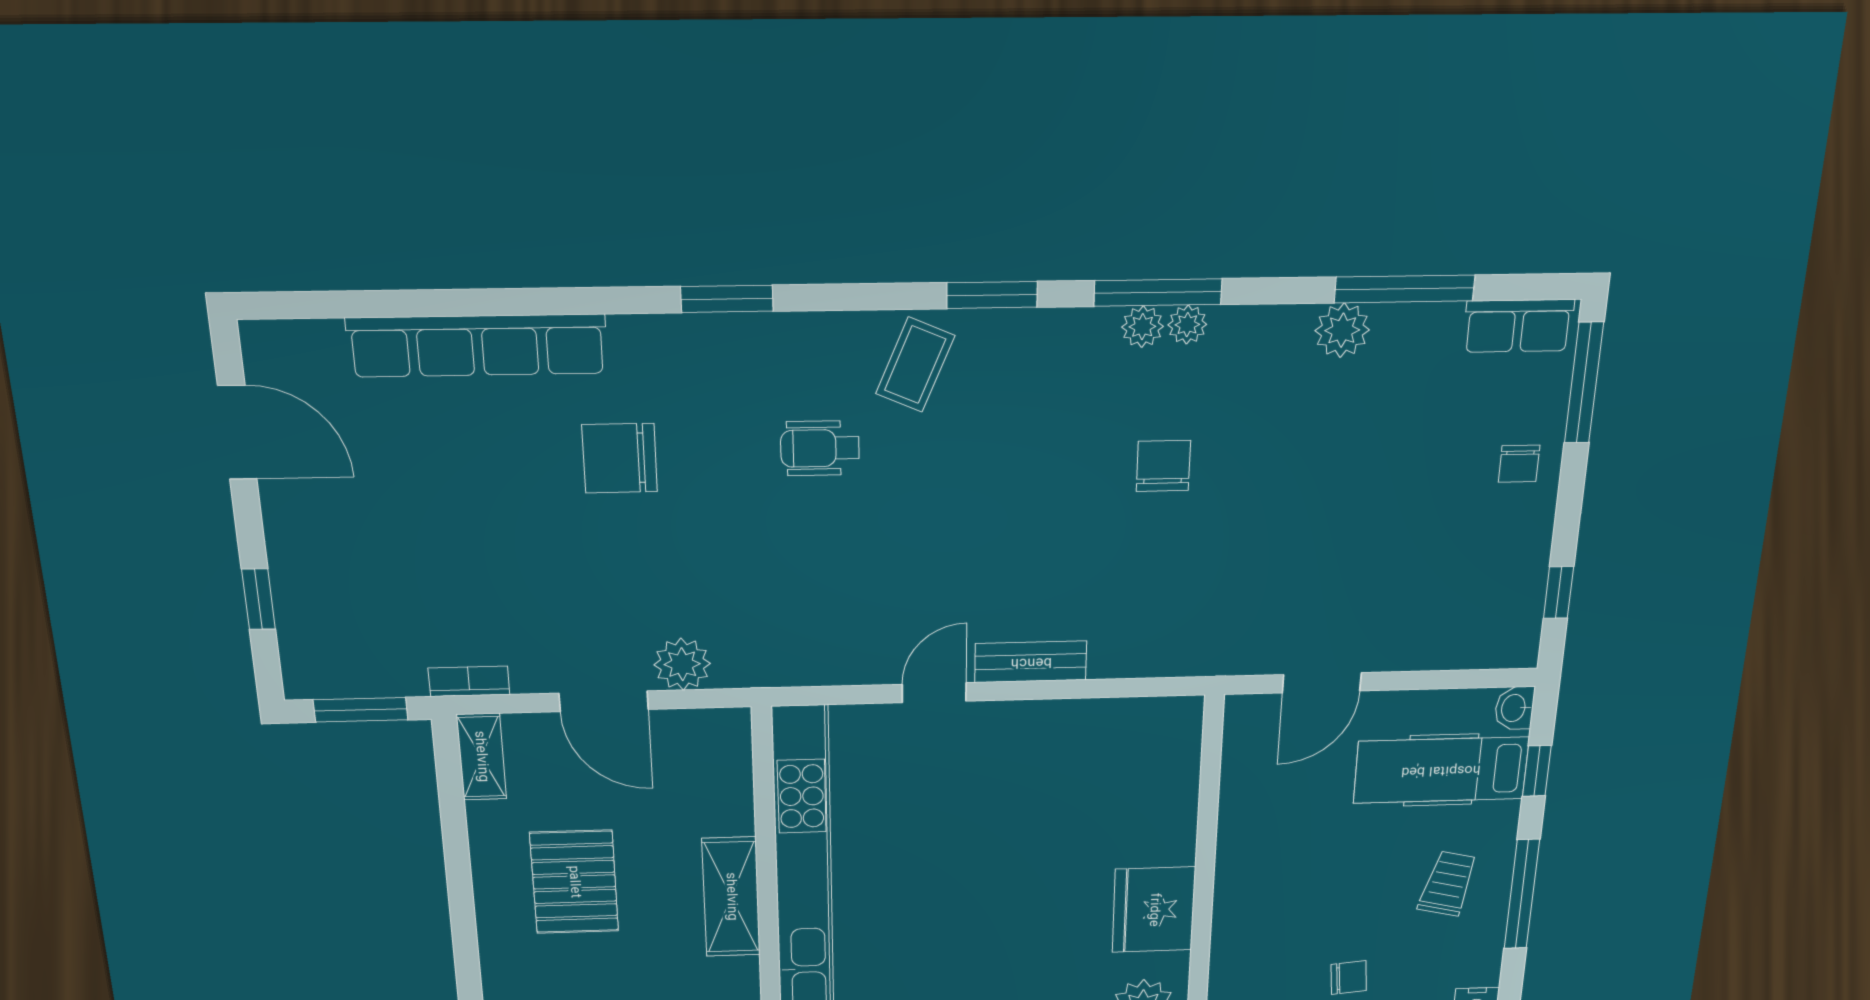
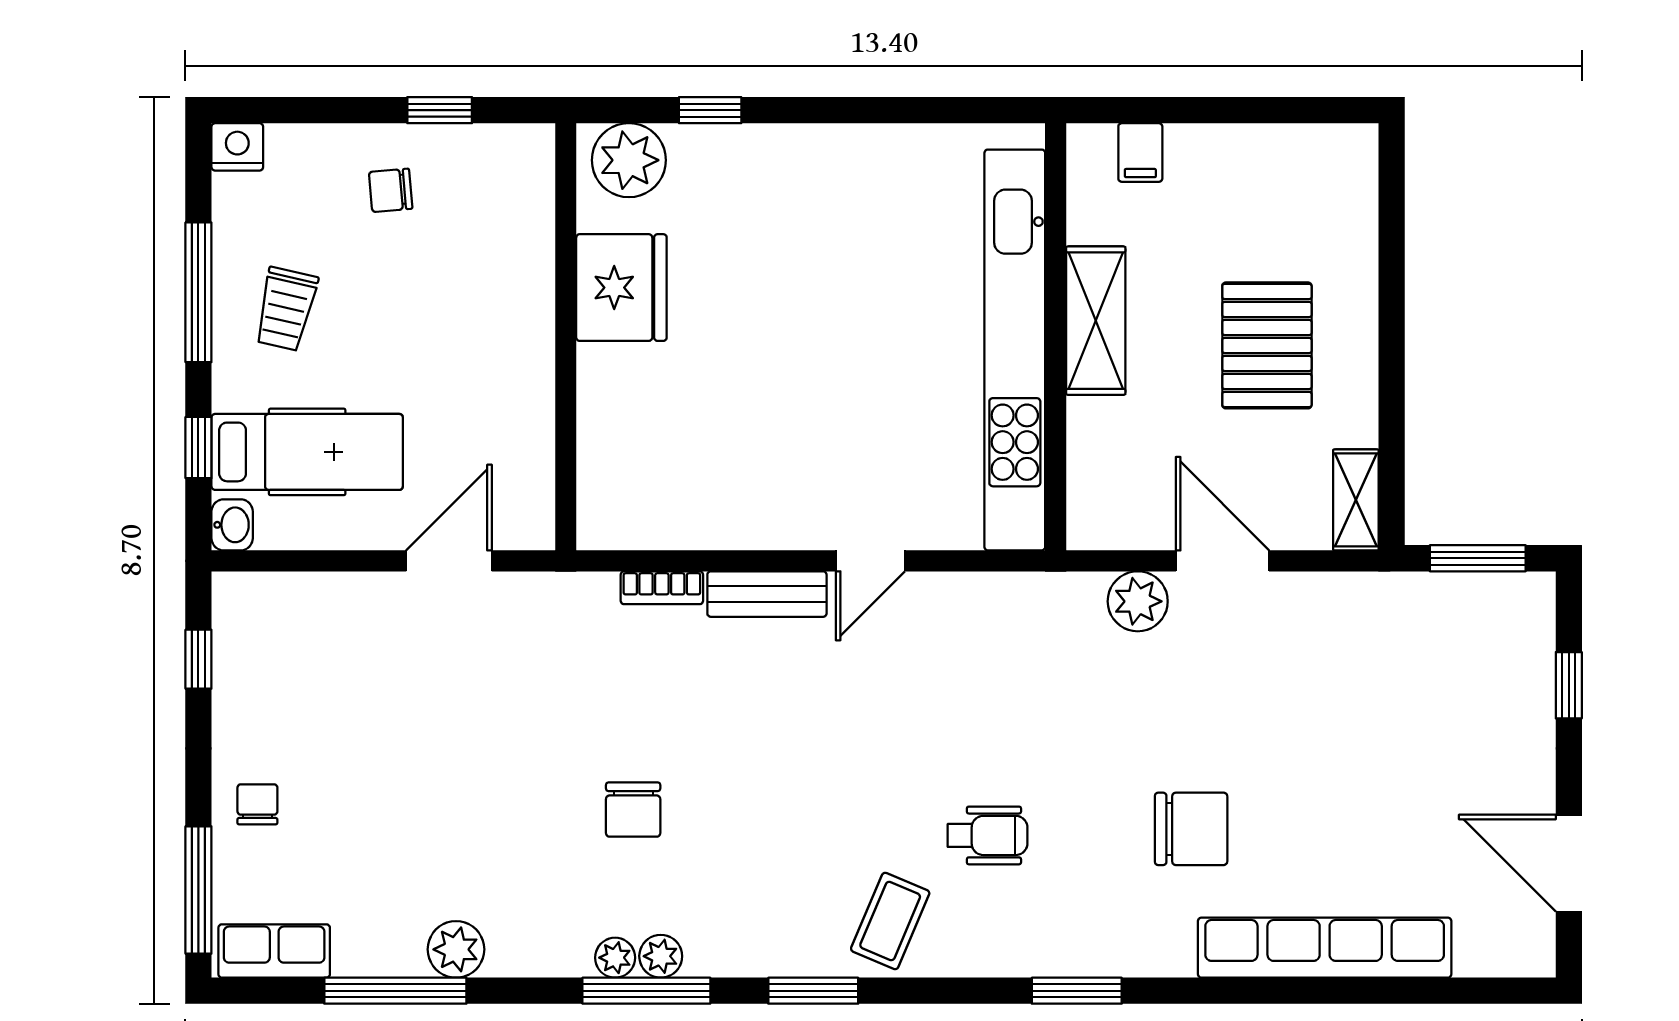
bookcase: (469, 681) -> (662, 588), moved

